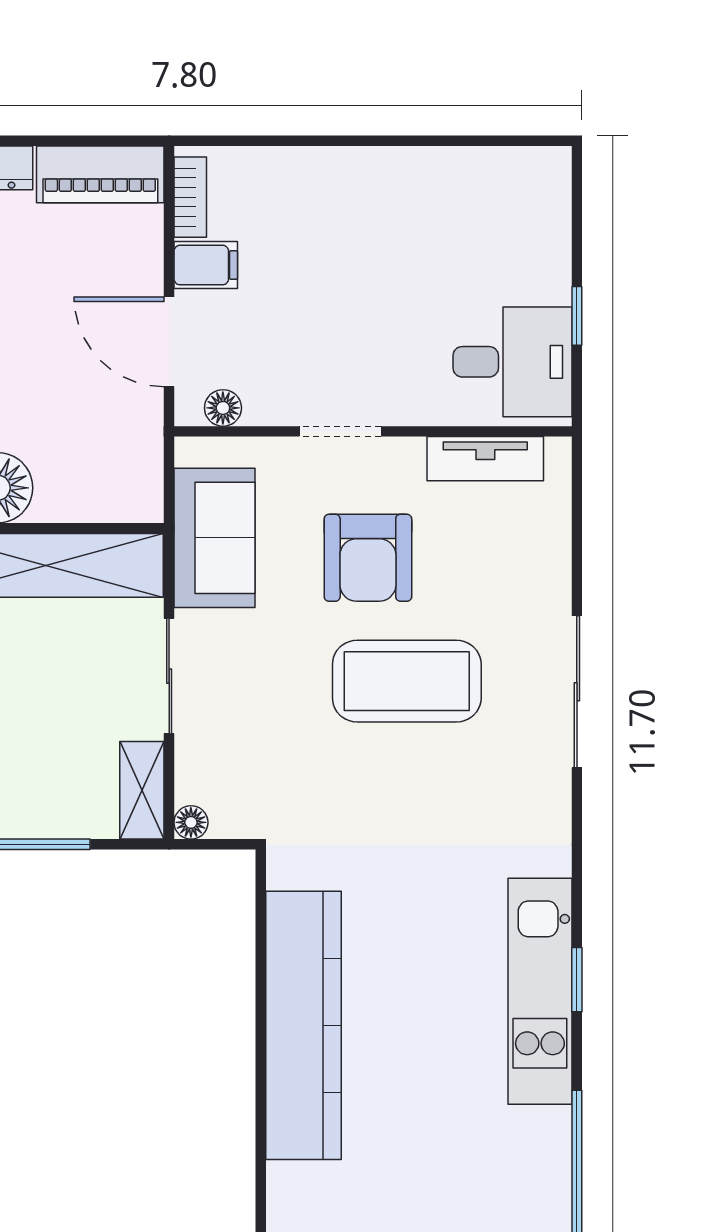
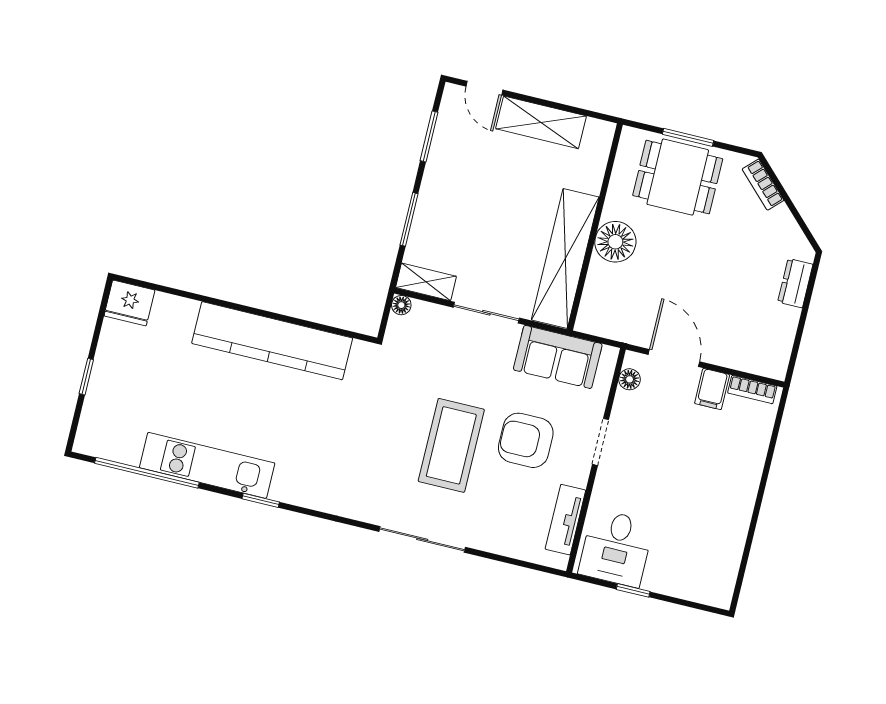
piano: (100, 174) -> (777, 342), removed
door: (169, 342) -> (674, 358), hinge flipped
kitchen unit: (540, 991) -> (207, 465), moved

